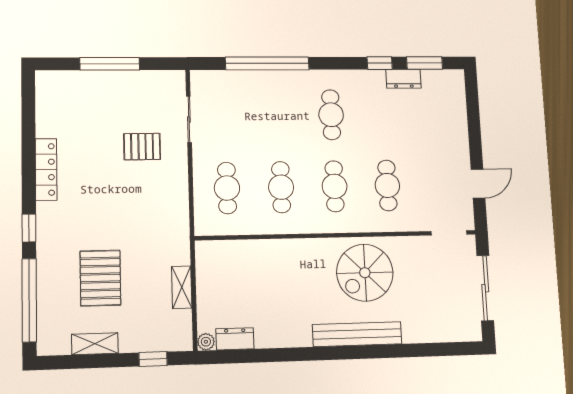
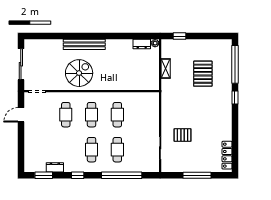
window: (380, 63) -> (78, 175), moved
locker: (46, 169) -> (227, 155), moved
cafe table: (227, 188) -> (117, 150), moved
shelving: (95, 344) -> (206, 44), removed

